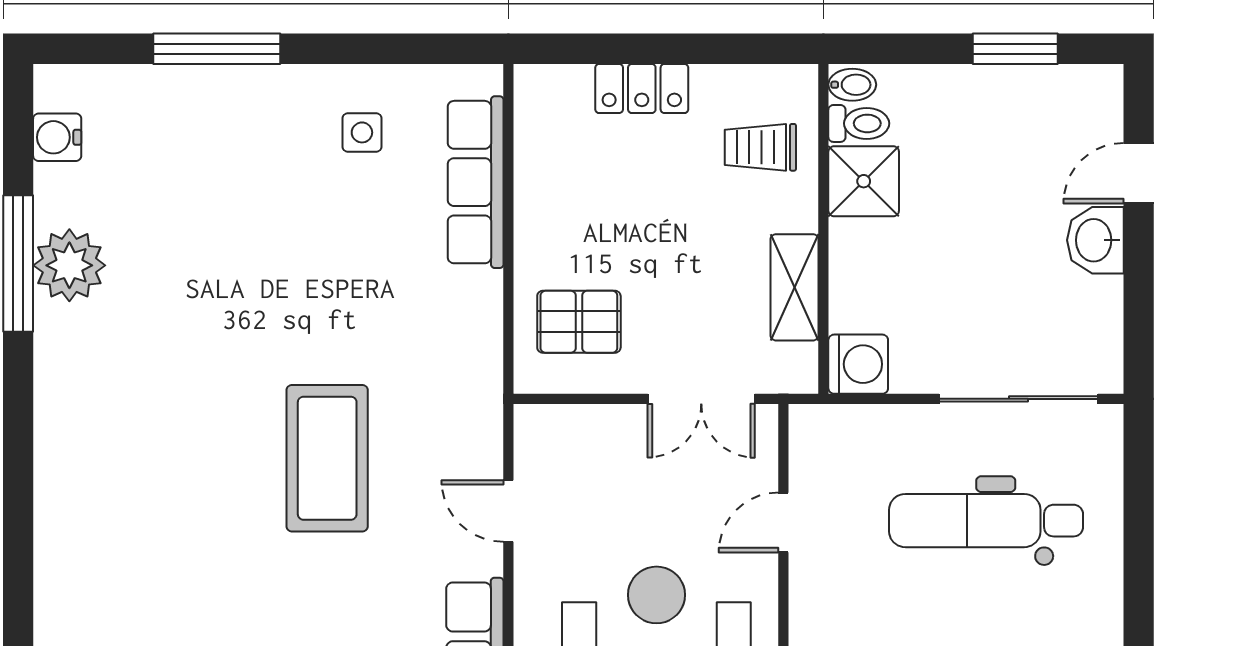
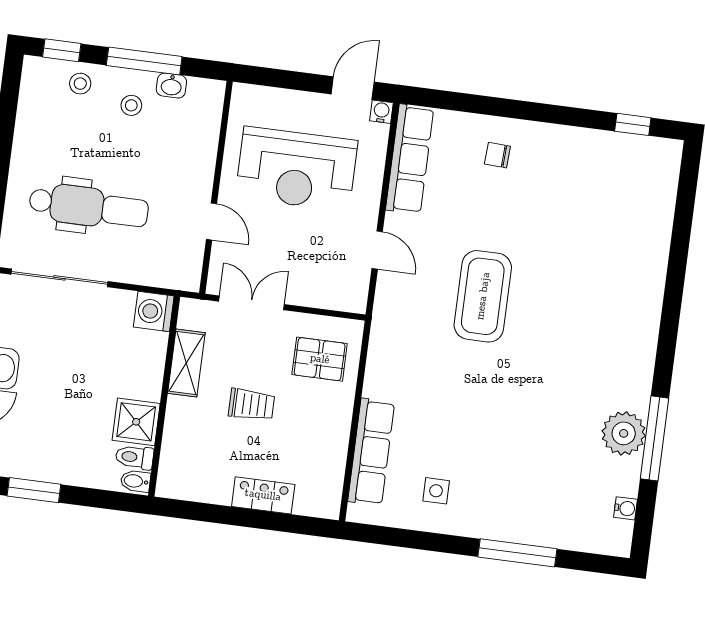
water cooler: (57, 137) -> (626, 508), width x0.72, depth x0.72
trolley: (760, 147) -> (252, 405), moved
door: (783, 522) -> (212, 222), hinge flipped

